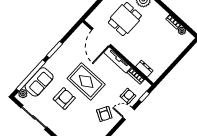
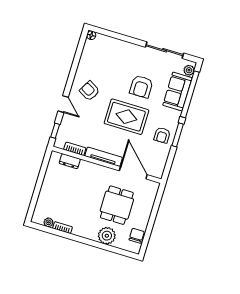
armchair: (128, 96) -> (162, 135), moved
door: (129, 114) -> (63, 104), hinge flipped

